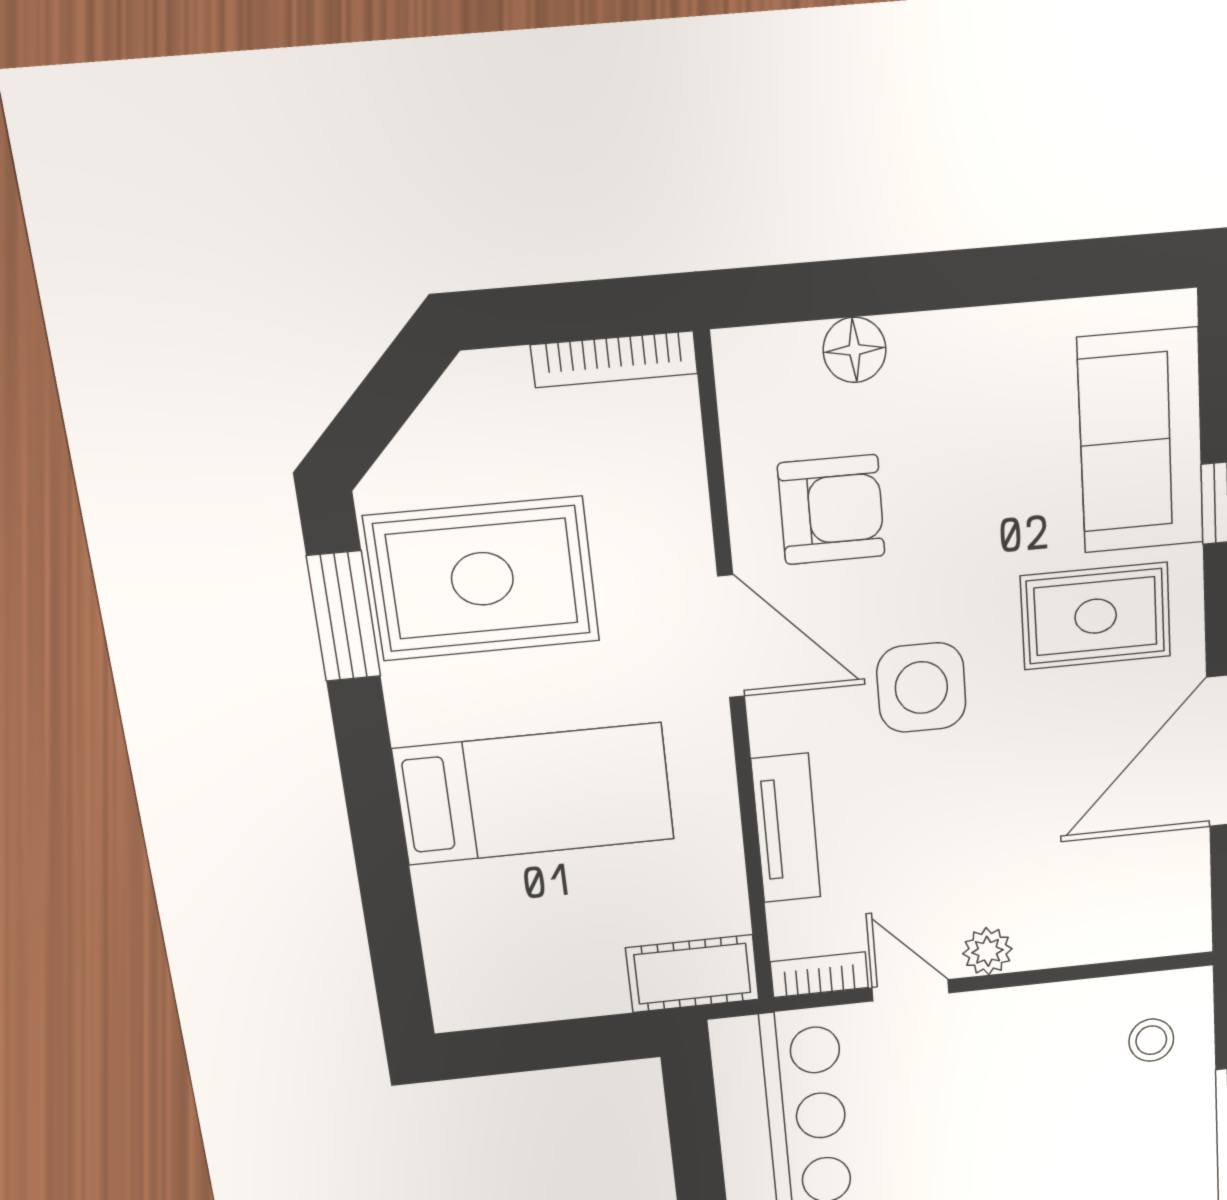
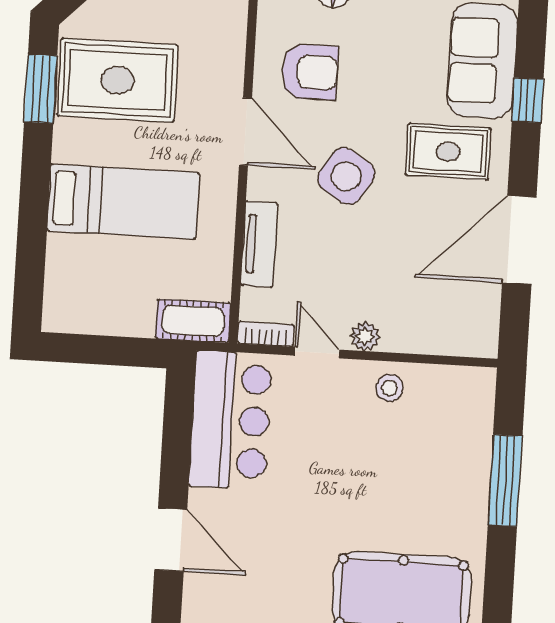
side table: (921, 688) -> (346, 176), turned 32
stool: (1151, 1040) -> (390, 388), moved

